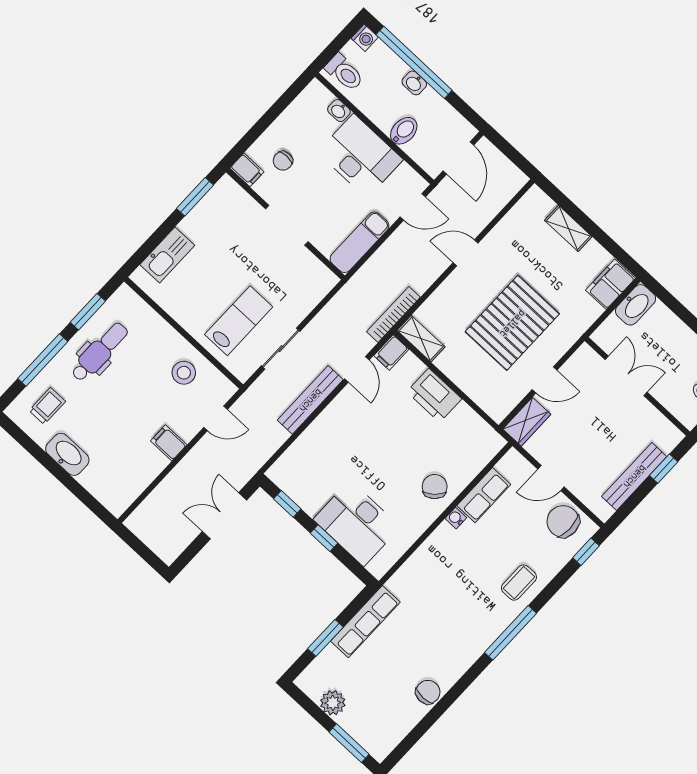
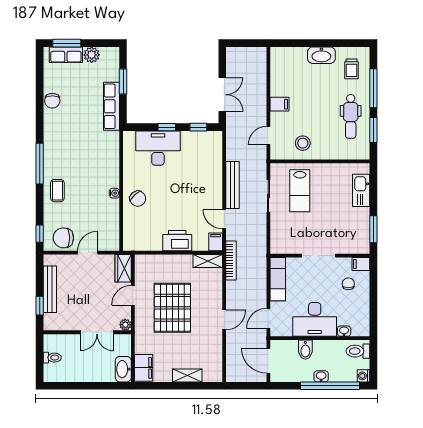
plant: (585, 354) -> (125, 325), added
row of seats: (484, 495) -> (66, 55), moved, turned -90
chair: (563, 521) -> (63, 238), turned 180

